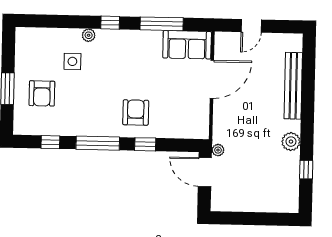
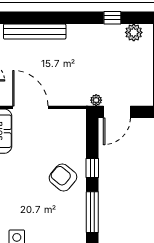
armchair: (136, 113) -> (63, 178), turned 40
plant: (291, 142) -> (134, 32), moved

